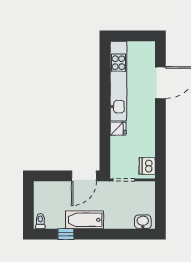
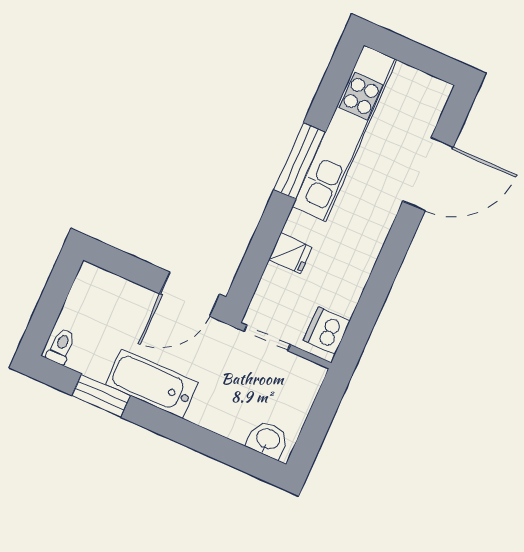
window: (105, 101) -> (300, 161), added
fridge: (118, 129) -> (290, 253), moved
window: (66, 234) -> (101, 395), width x1.50

